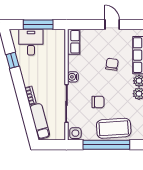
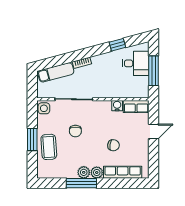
door: (112, 25) -> (153, 132), moved
water cooler: (73, 77) -> (117, 106), moved
coffee table: (114, 128) -> (49, 147), width x0.73, depth x0.76
window: (106, 145) -> (32, 140), width x0.47

